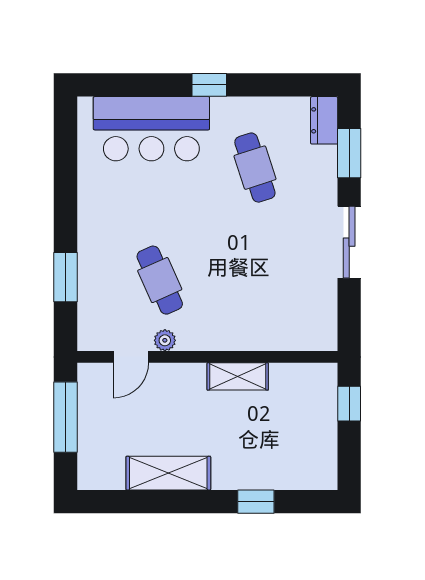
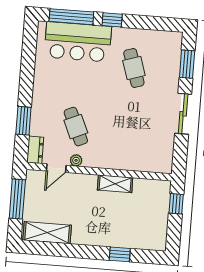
window: (136, 85) -> (71, 17), added
dresser: (324, 120) -> (35, 150), moved, turned 180
shelving: (168, 473) -> (47, 233), moved

